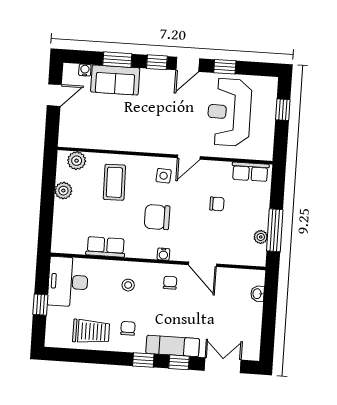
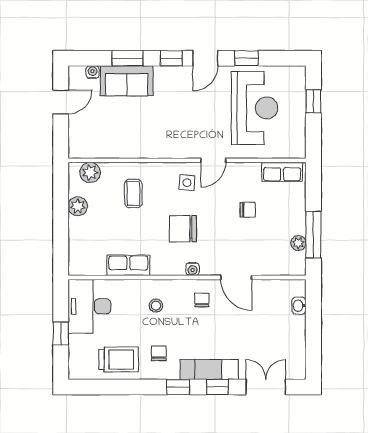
reception desk: (229, 112) -> (255, 108), turned 180
coffee table: (114, 182) -> (133, 194), width x0.73, depth x0.77

